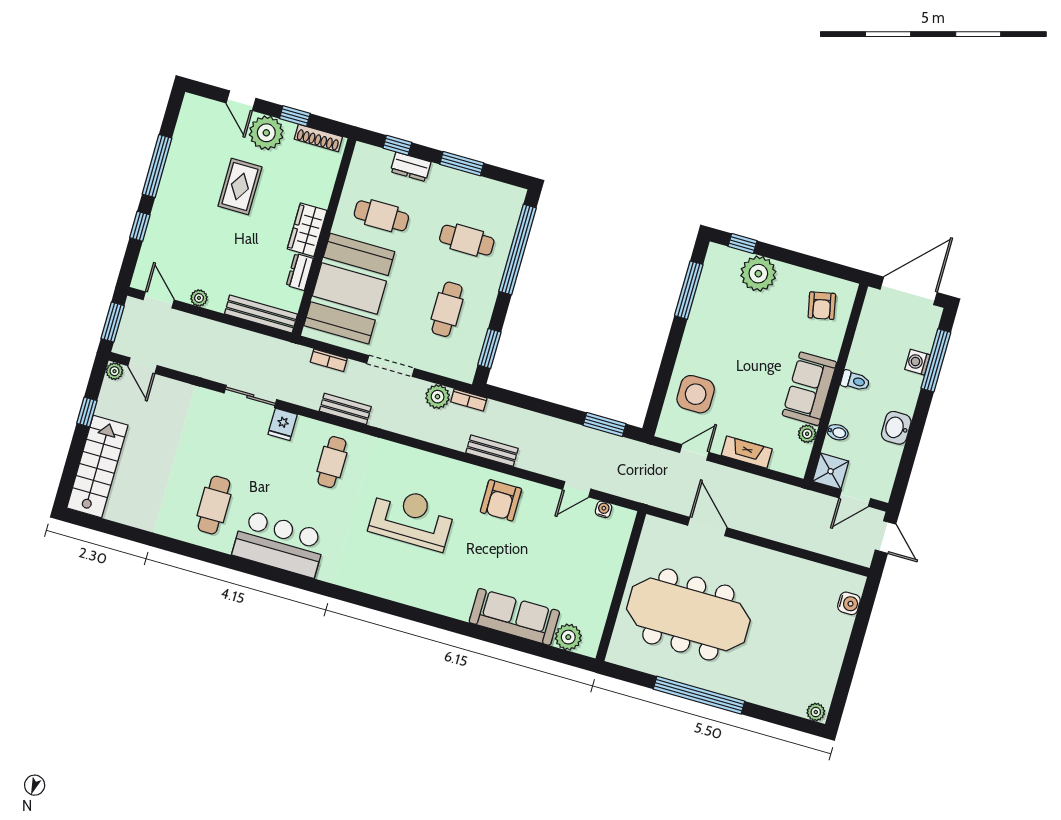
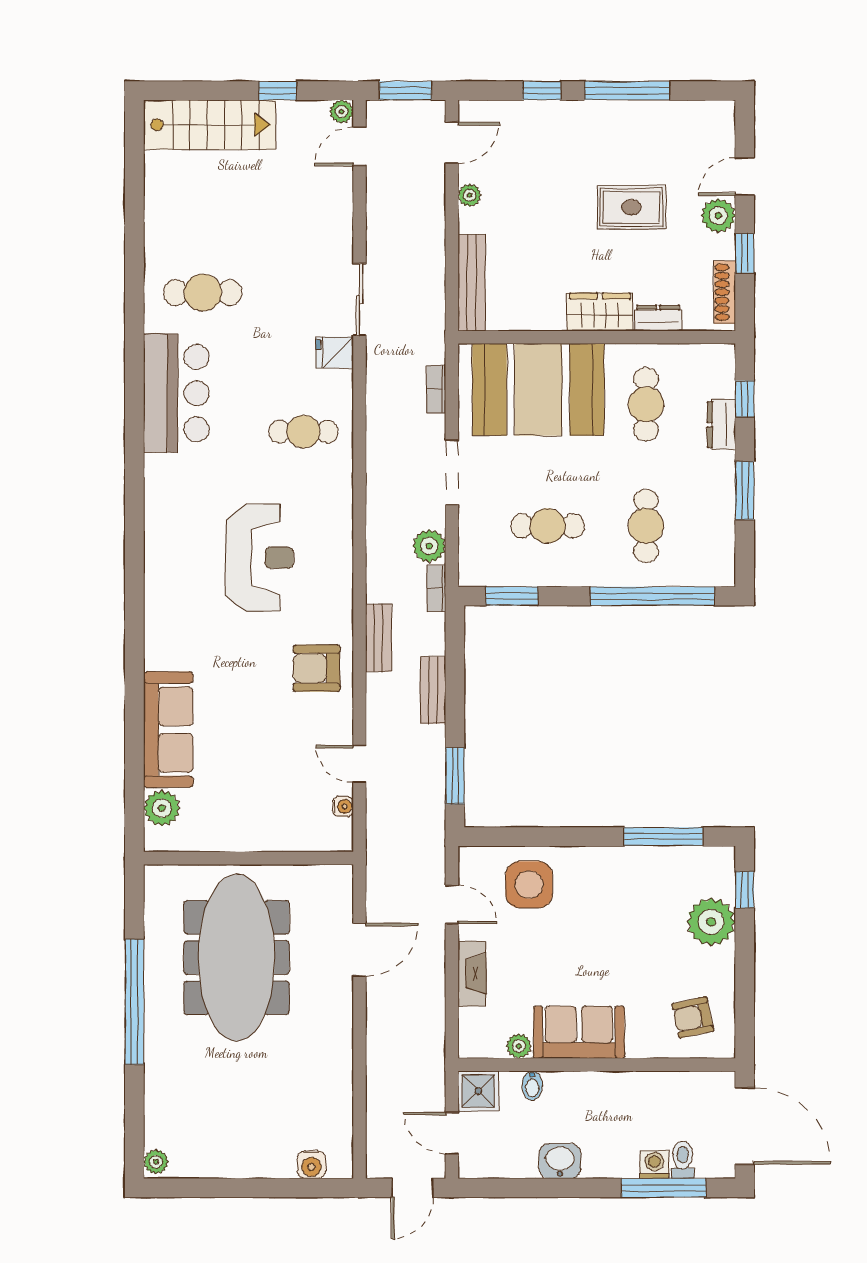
plant: (266, 133) -> (718, 216), width x0.73, depth x0.73
dresser: (300, 272) -> (658, 318), moved
toilet: (855, 381) -> (683, 1160), moved, turned 180
bench: (345, 409) -> (433, 690), moved

